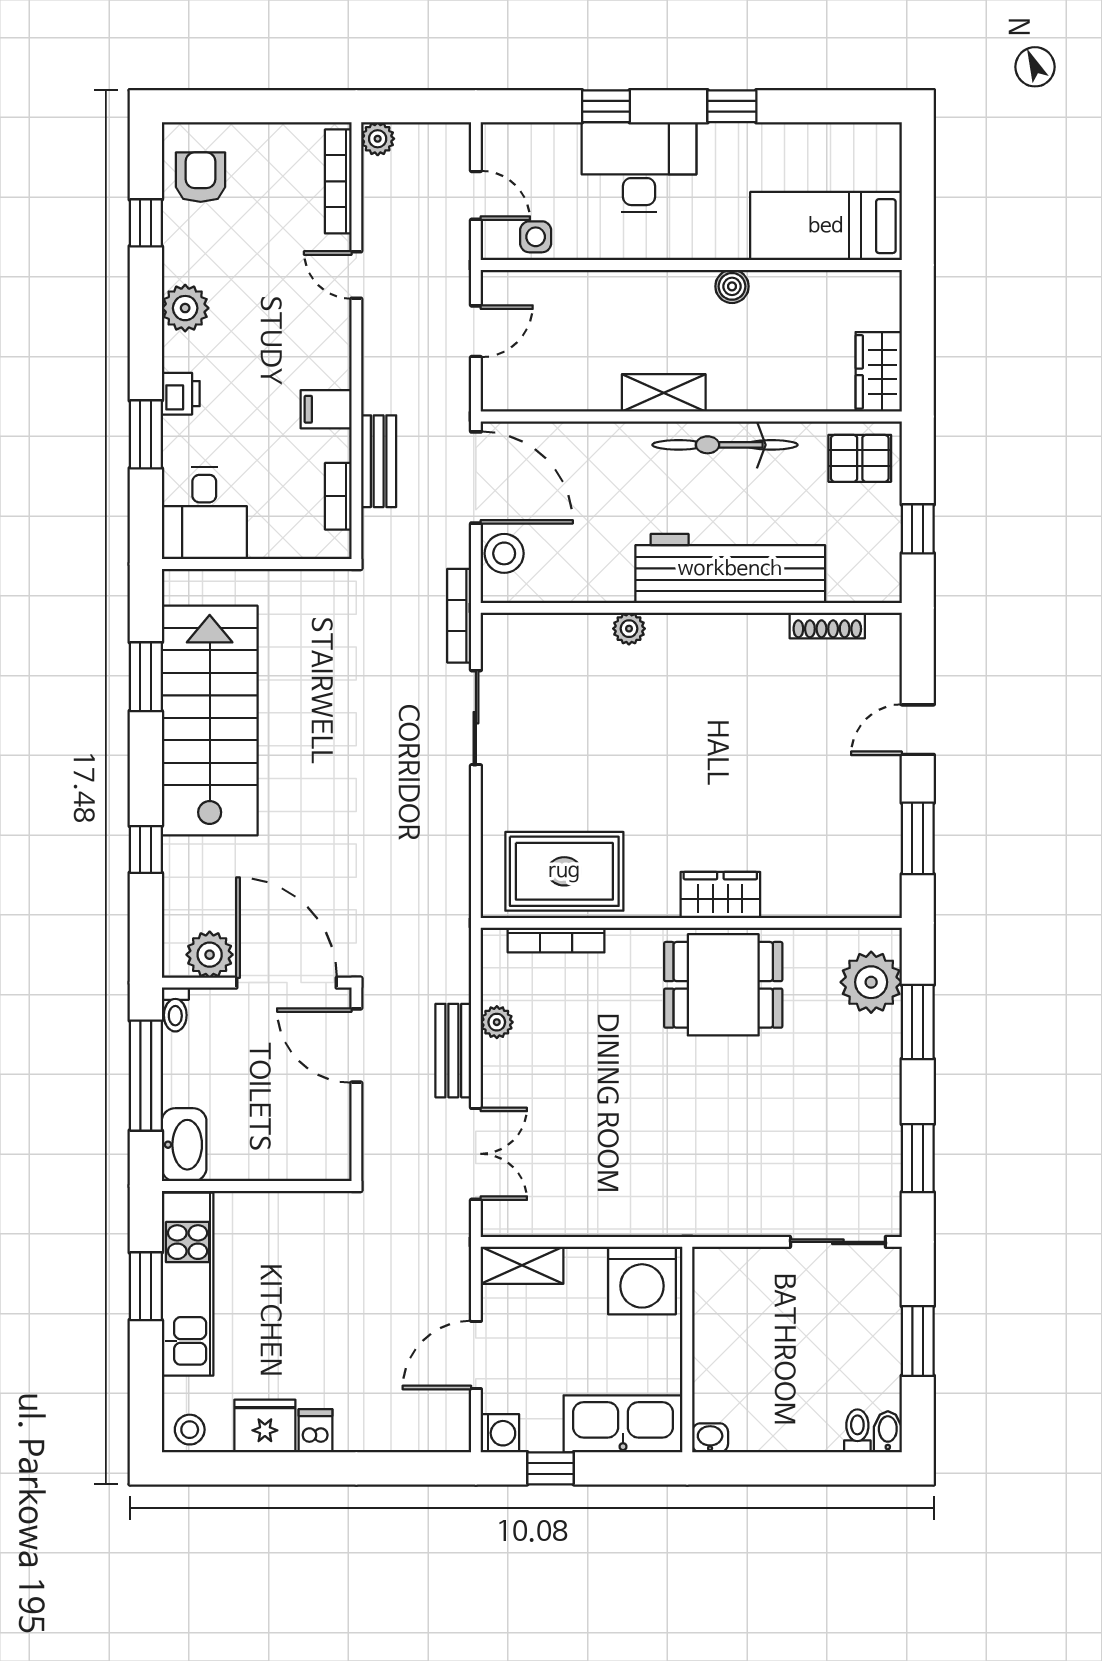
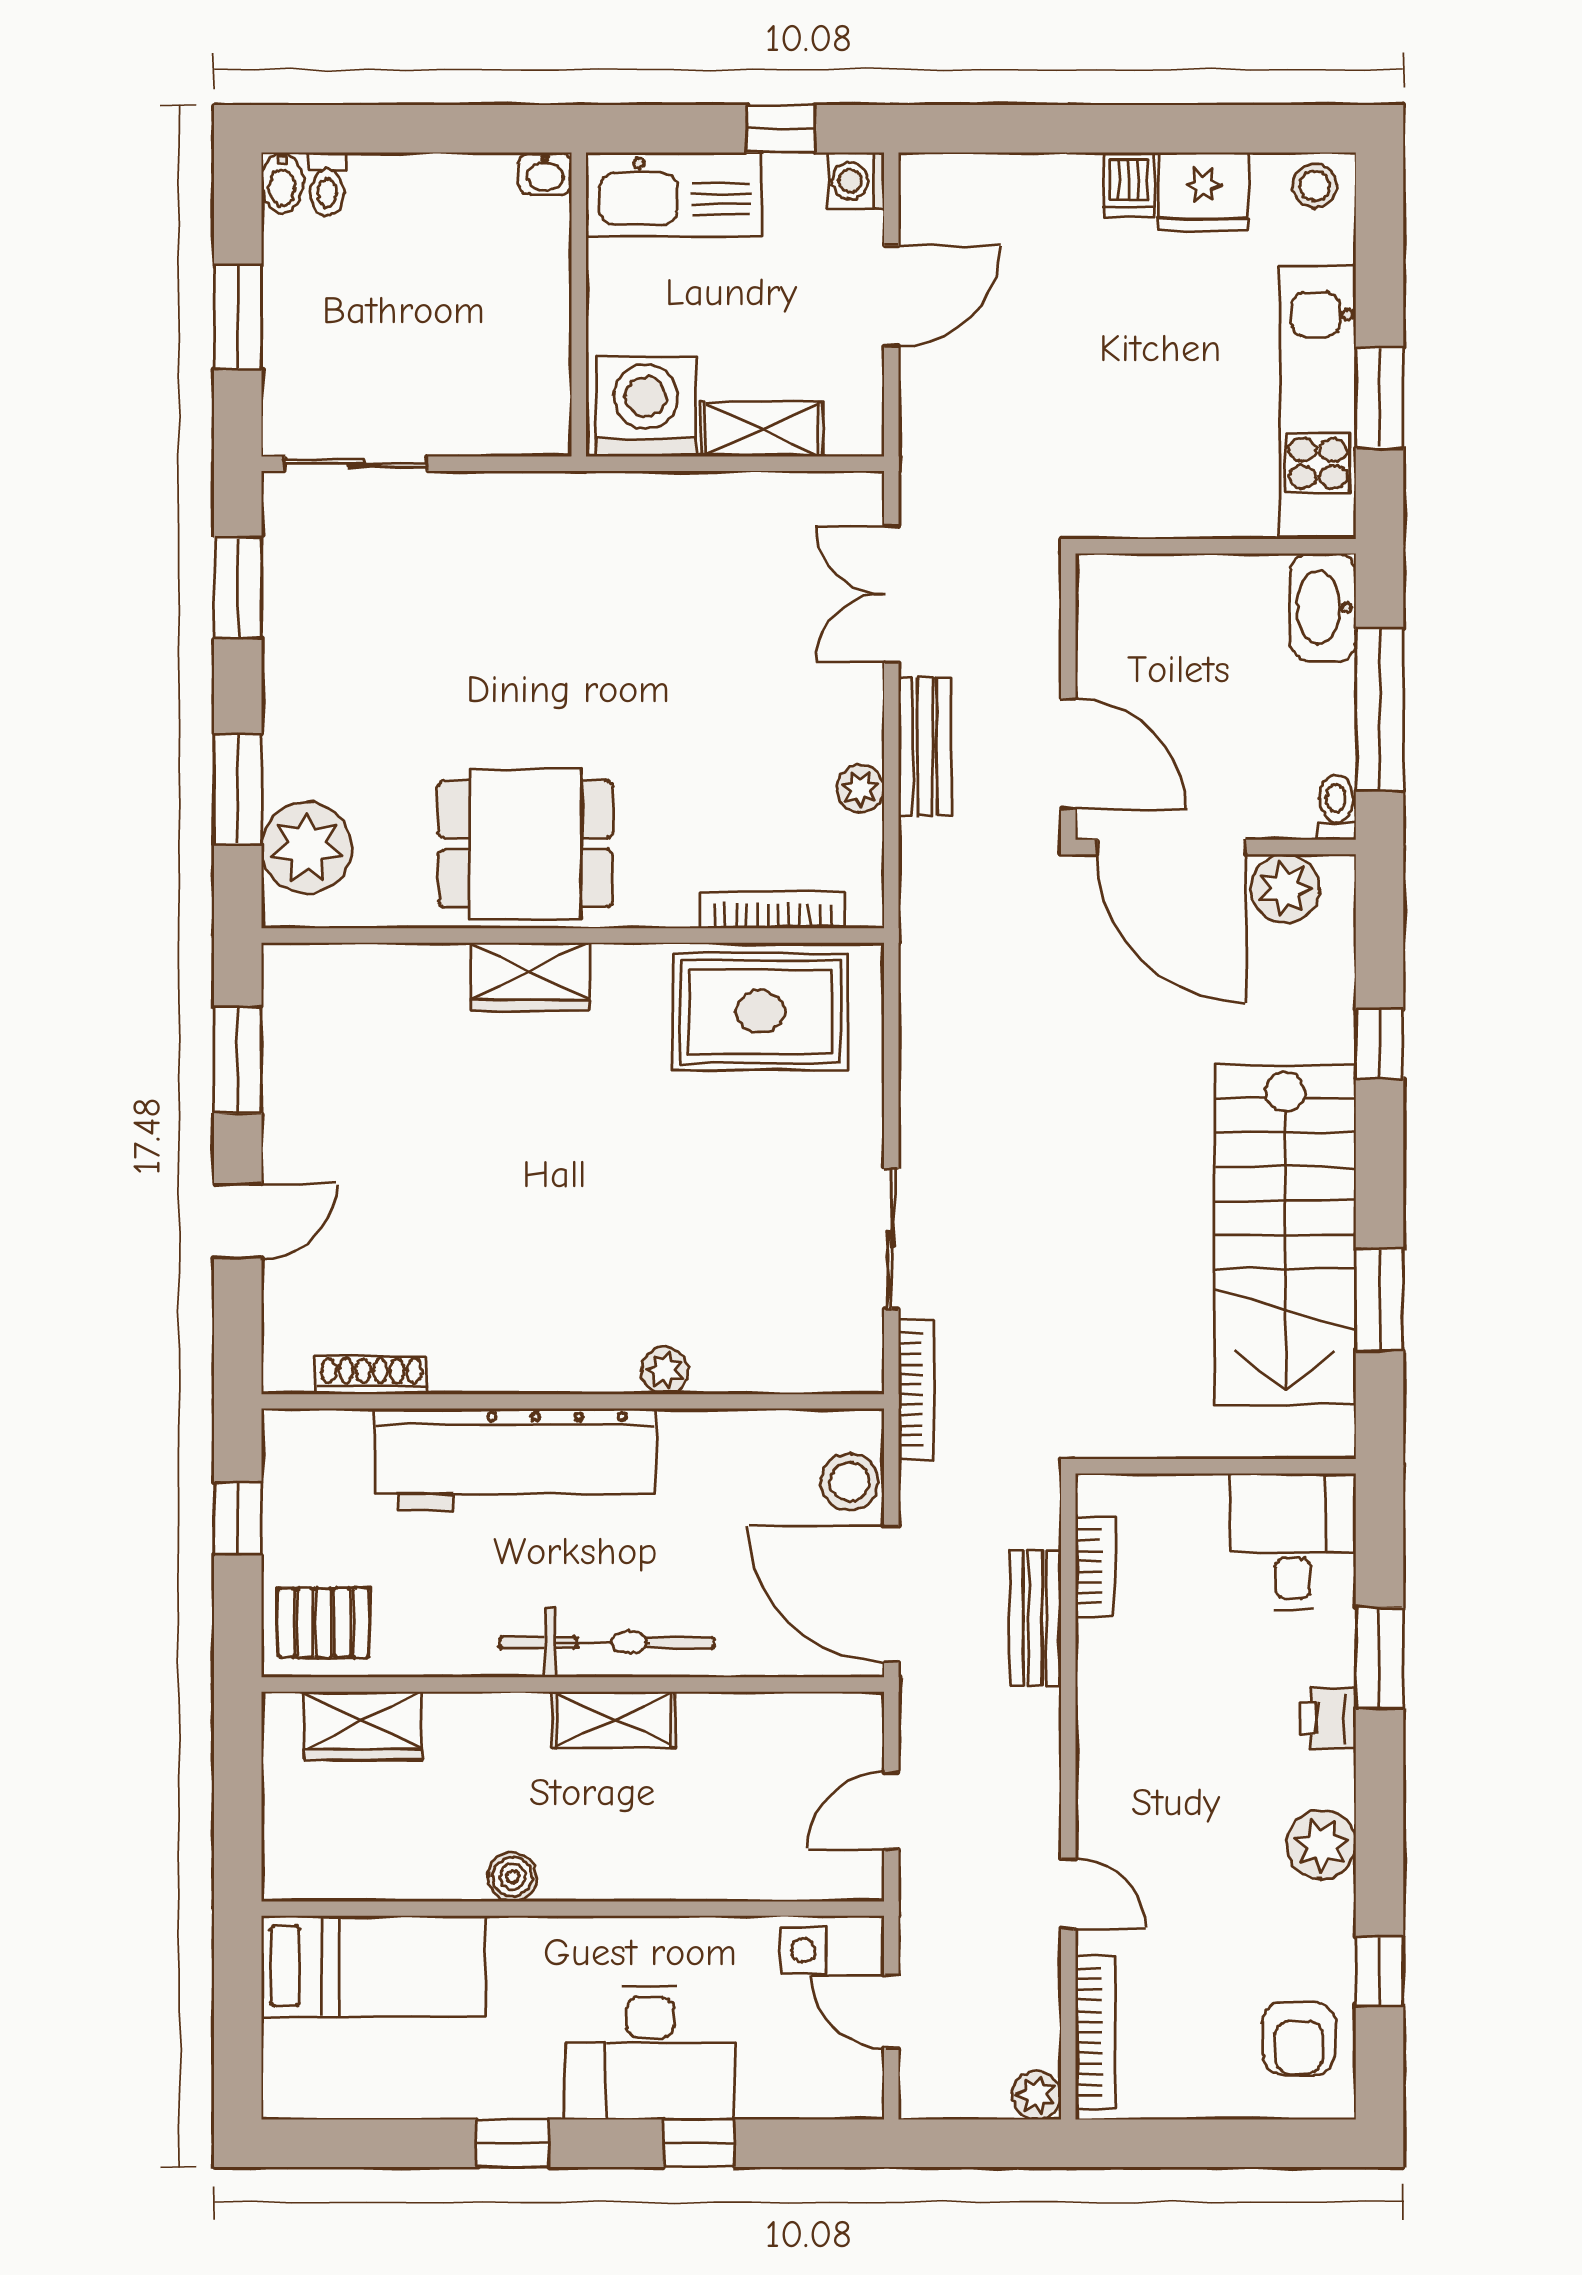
wardrobe: (879, 372) -> (363, 1726), moved, turned 90
filing cabinet: (326, 409) -> (1113, 1695), removed
bicycle: (725, 445) -> (607, 1643), moved
shelving: (522, 1265) -> (762, 429), moved

